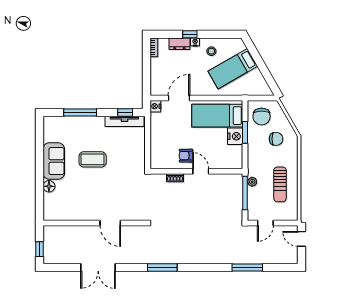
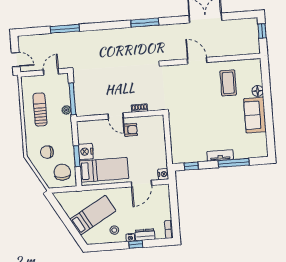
tv unit: (124, 121) -> (220, 155), moved, width x0.71
coffee table: (93, 159) -> (228, 83), moved, turned 90

